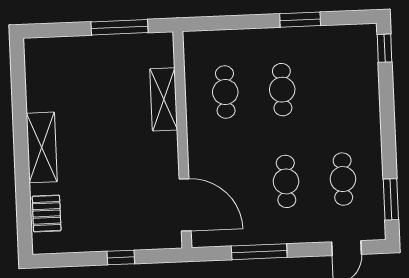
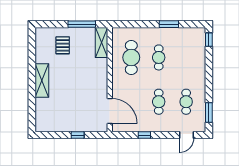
cafe table: (225, 92) -> (131, 57), width x1.37, depth x1.35
shelving: (164, 99) -> (102, 42), moved
pallet: (47, 213) -> (63, 45), moved
window: (259, 252) -> (144, 135), width x0.46

